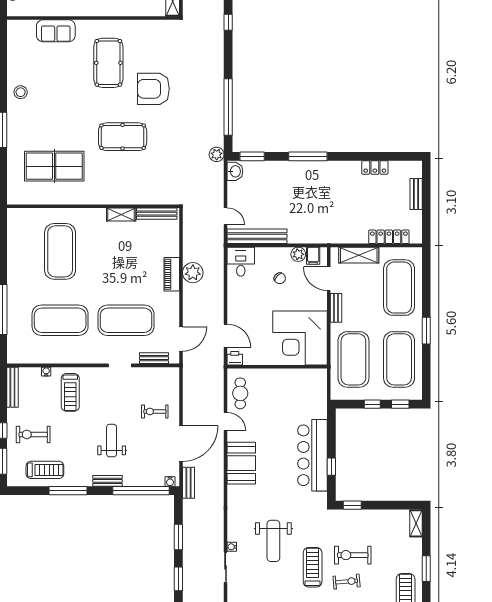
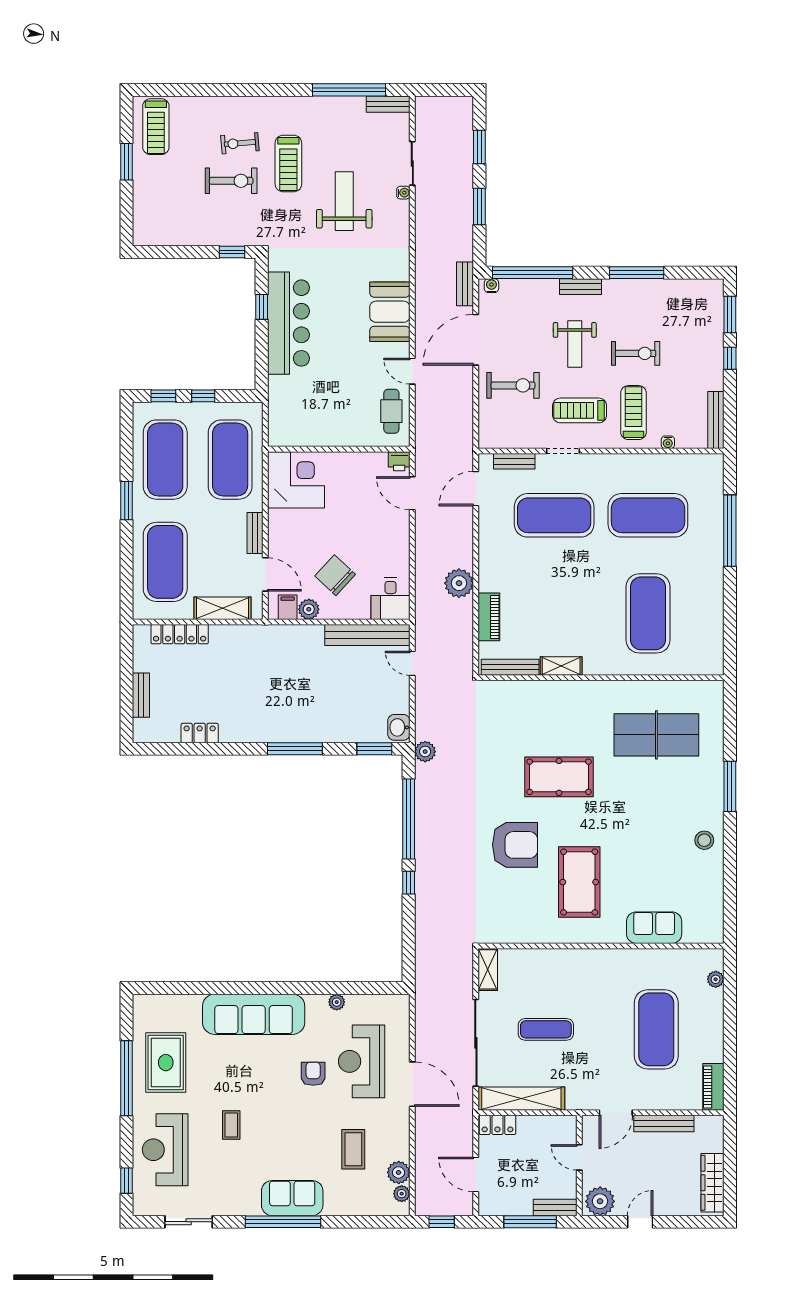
window: (228, 22) -> (409, 883), moved
piano: (172, 274) -> (489, 617), moved
chair: (280, 278) -> (335, 575), width x1.87, depth x1.87
corner desk: (300, 338) -> (296, 480), width x0.74, depth x0.74
exercise bike: (155, 411) -> (513, 385), width x1.38, depth x1.39
exercise bike: (33, 434) -> (636, 353), moved
treadmill: (45, 470) -> (580, 410), moved
shelving: (416, 523) -> (141, 226), removed

